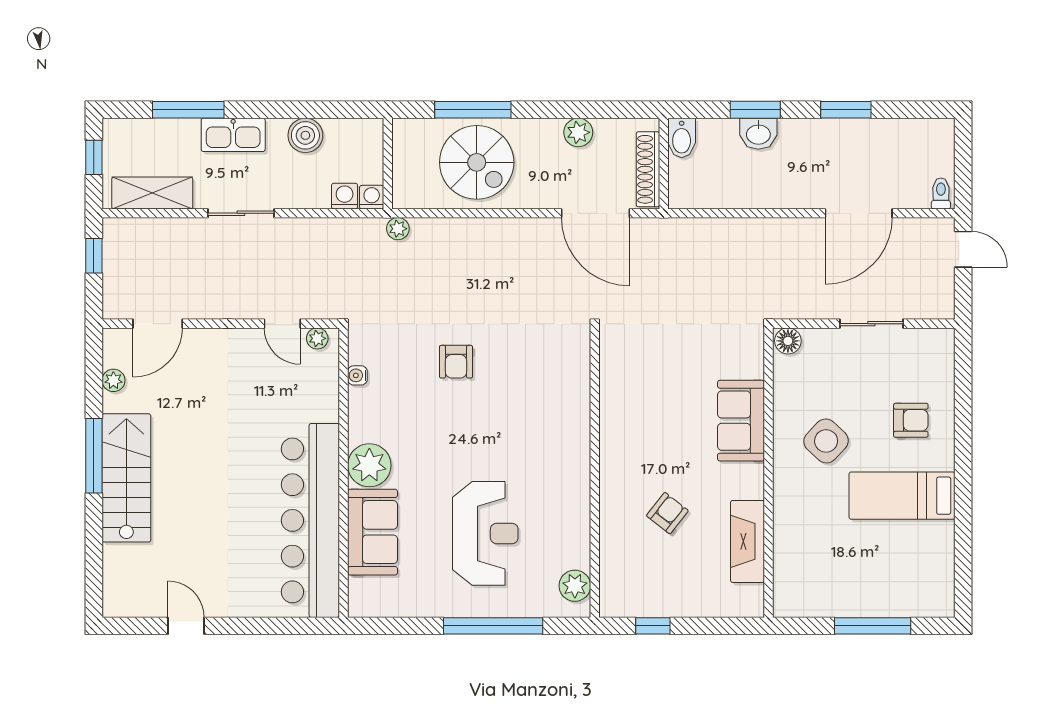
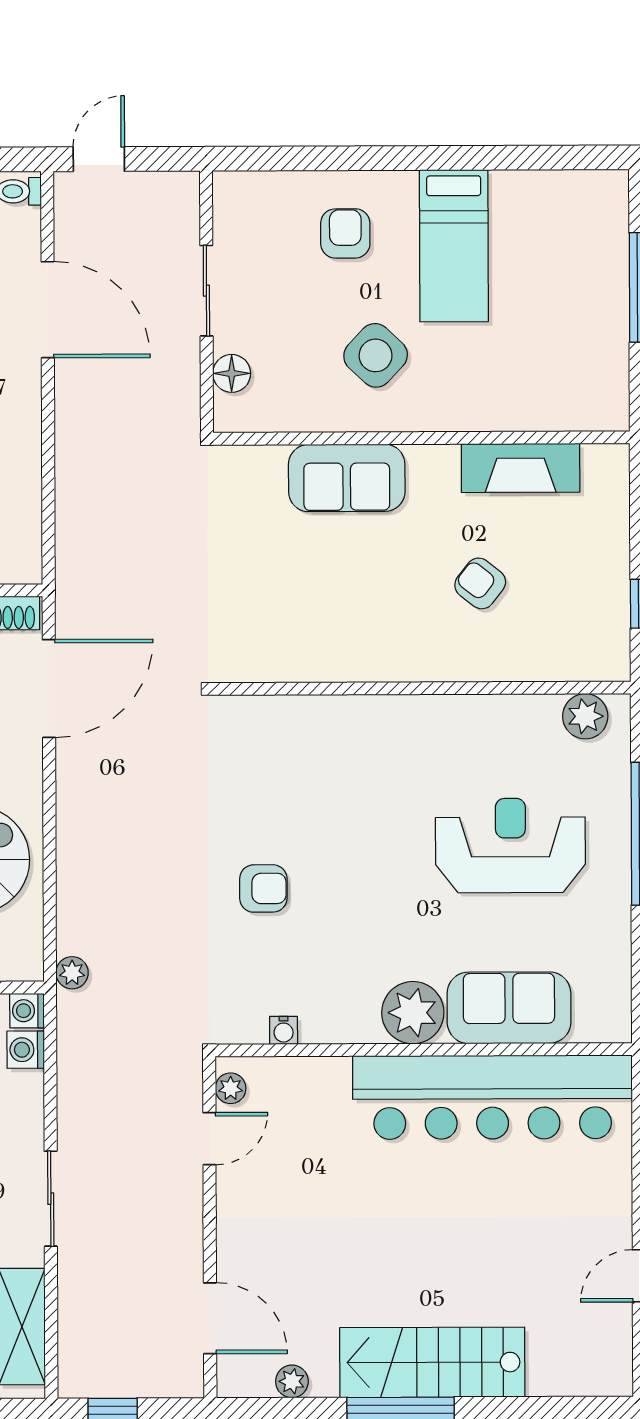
floor lamp: (788, 341) -> (232, 373), moved

